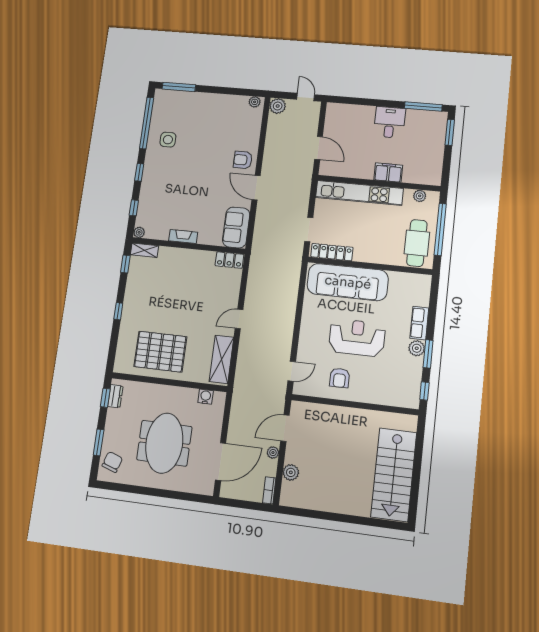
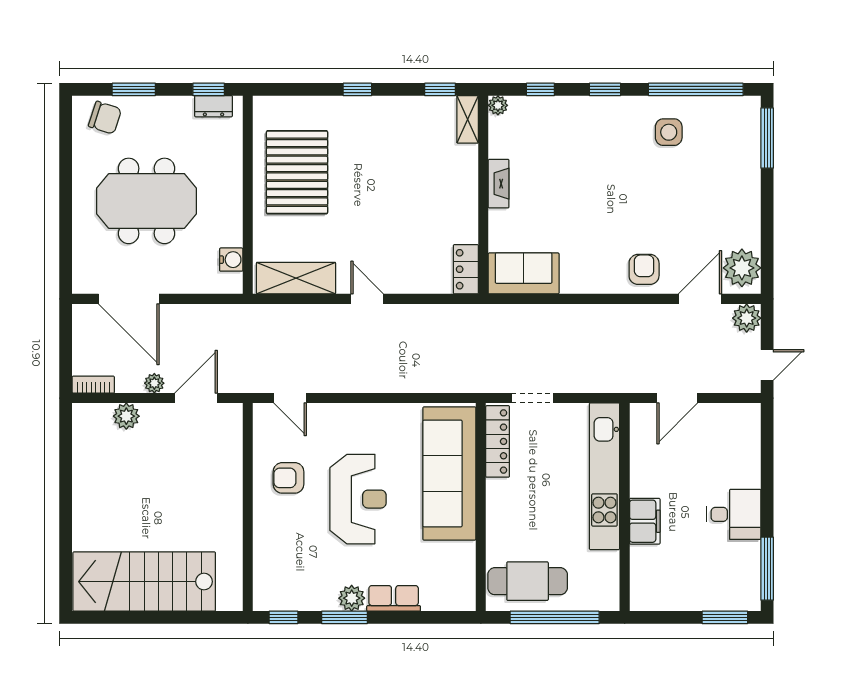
plant: (255, 102) -> (742, 268), width x1.87, depth x1.87
door: (256, 188) -> (700, 299), moved
plant: (420, 196) -> (609, 578), removed
door: (285, 428) -> (196, 398), hinge flipped

